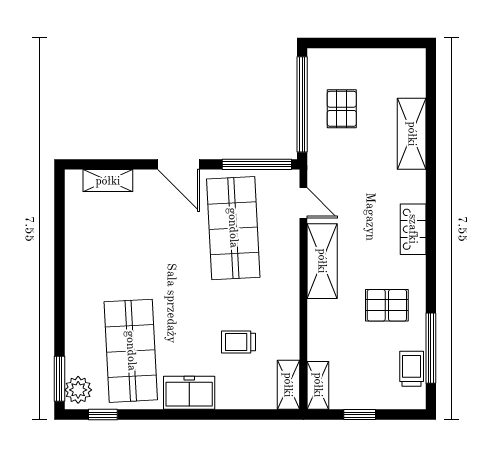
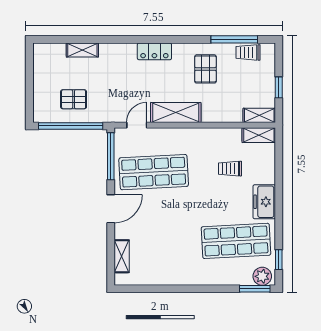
shelving: (412, 134) -> (82, 50), width x0.67, depth x0.75
trolley: (239, 342) -> (230, 169), turned 90

